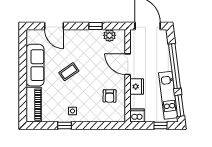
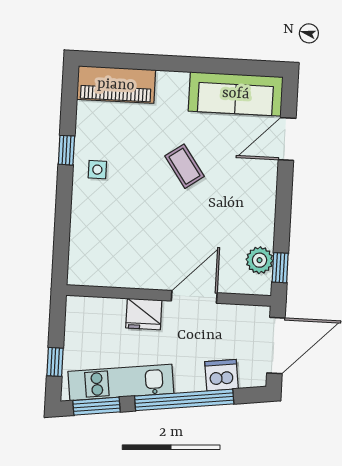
window: (96, 26) -> (280, 268), moved
sofa: (35, 65) -> (236, 94), moved
armchair: (110, 96) -> (126, 253), removed
dishwasher: (137, 115) -> (222, 375), moved, turned -97

